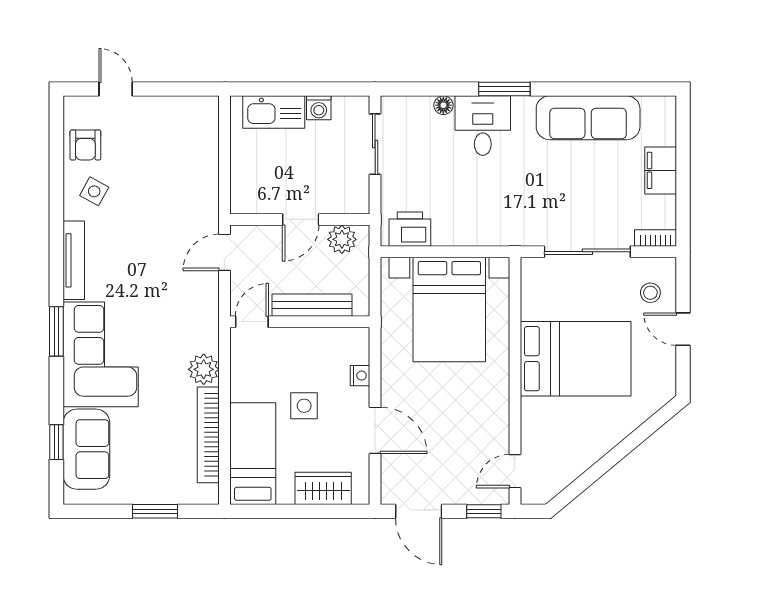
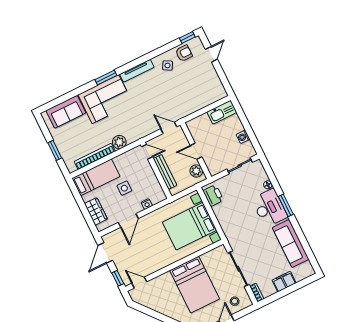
kitchen sink: (274, 112) -> (222, 112), moved, turned -90
desk: (483, 126) -> (269, 208), width x1.37
armchair: (85, 145) -> (184, 53), turned 180
window: (56, 442) -> (187, 38), moved

